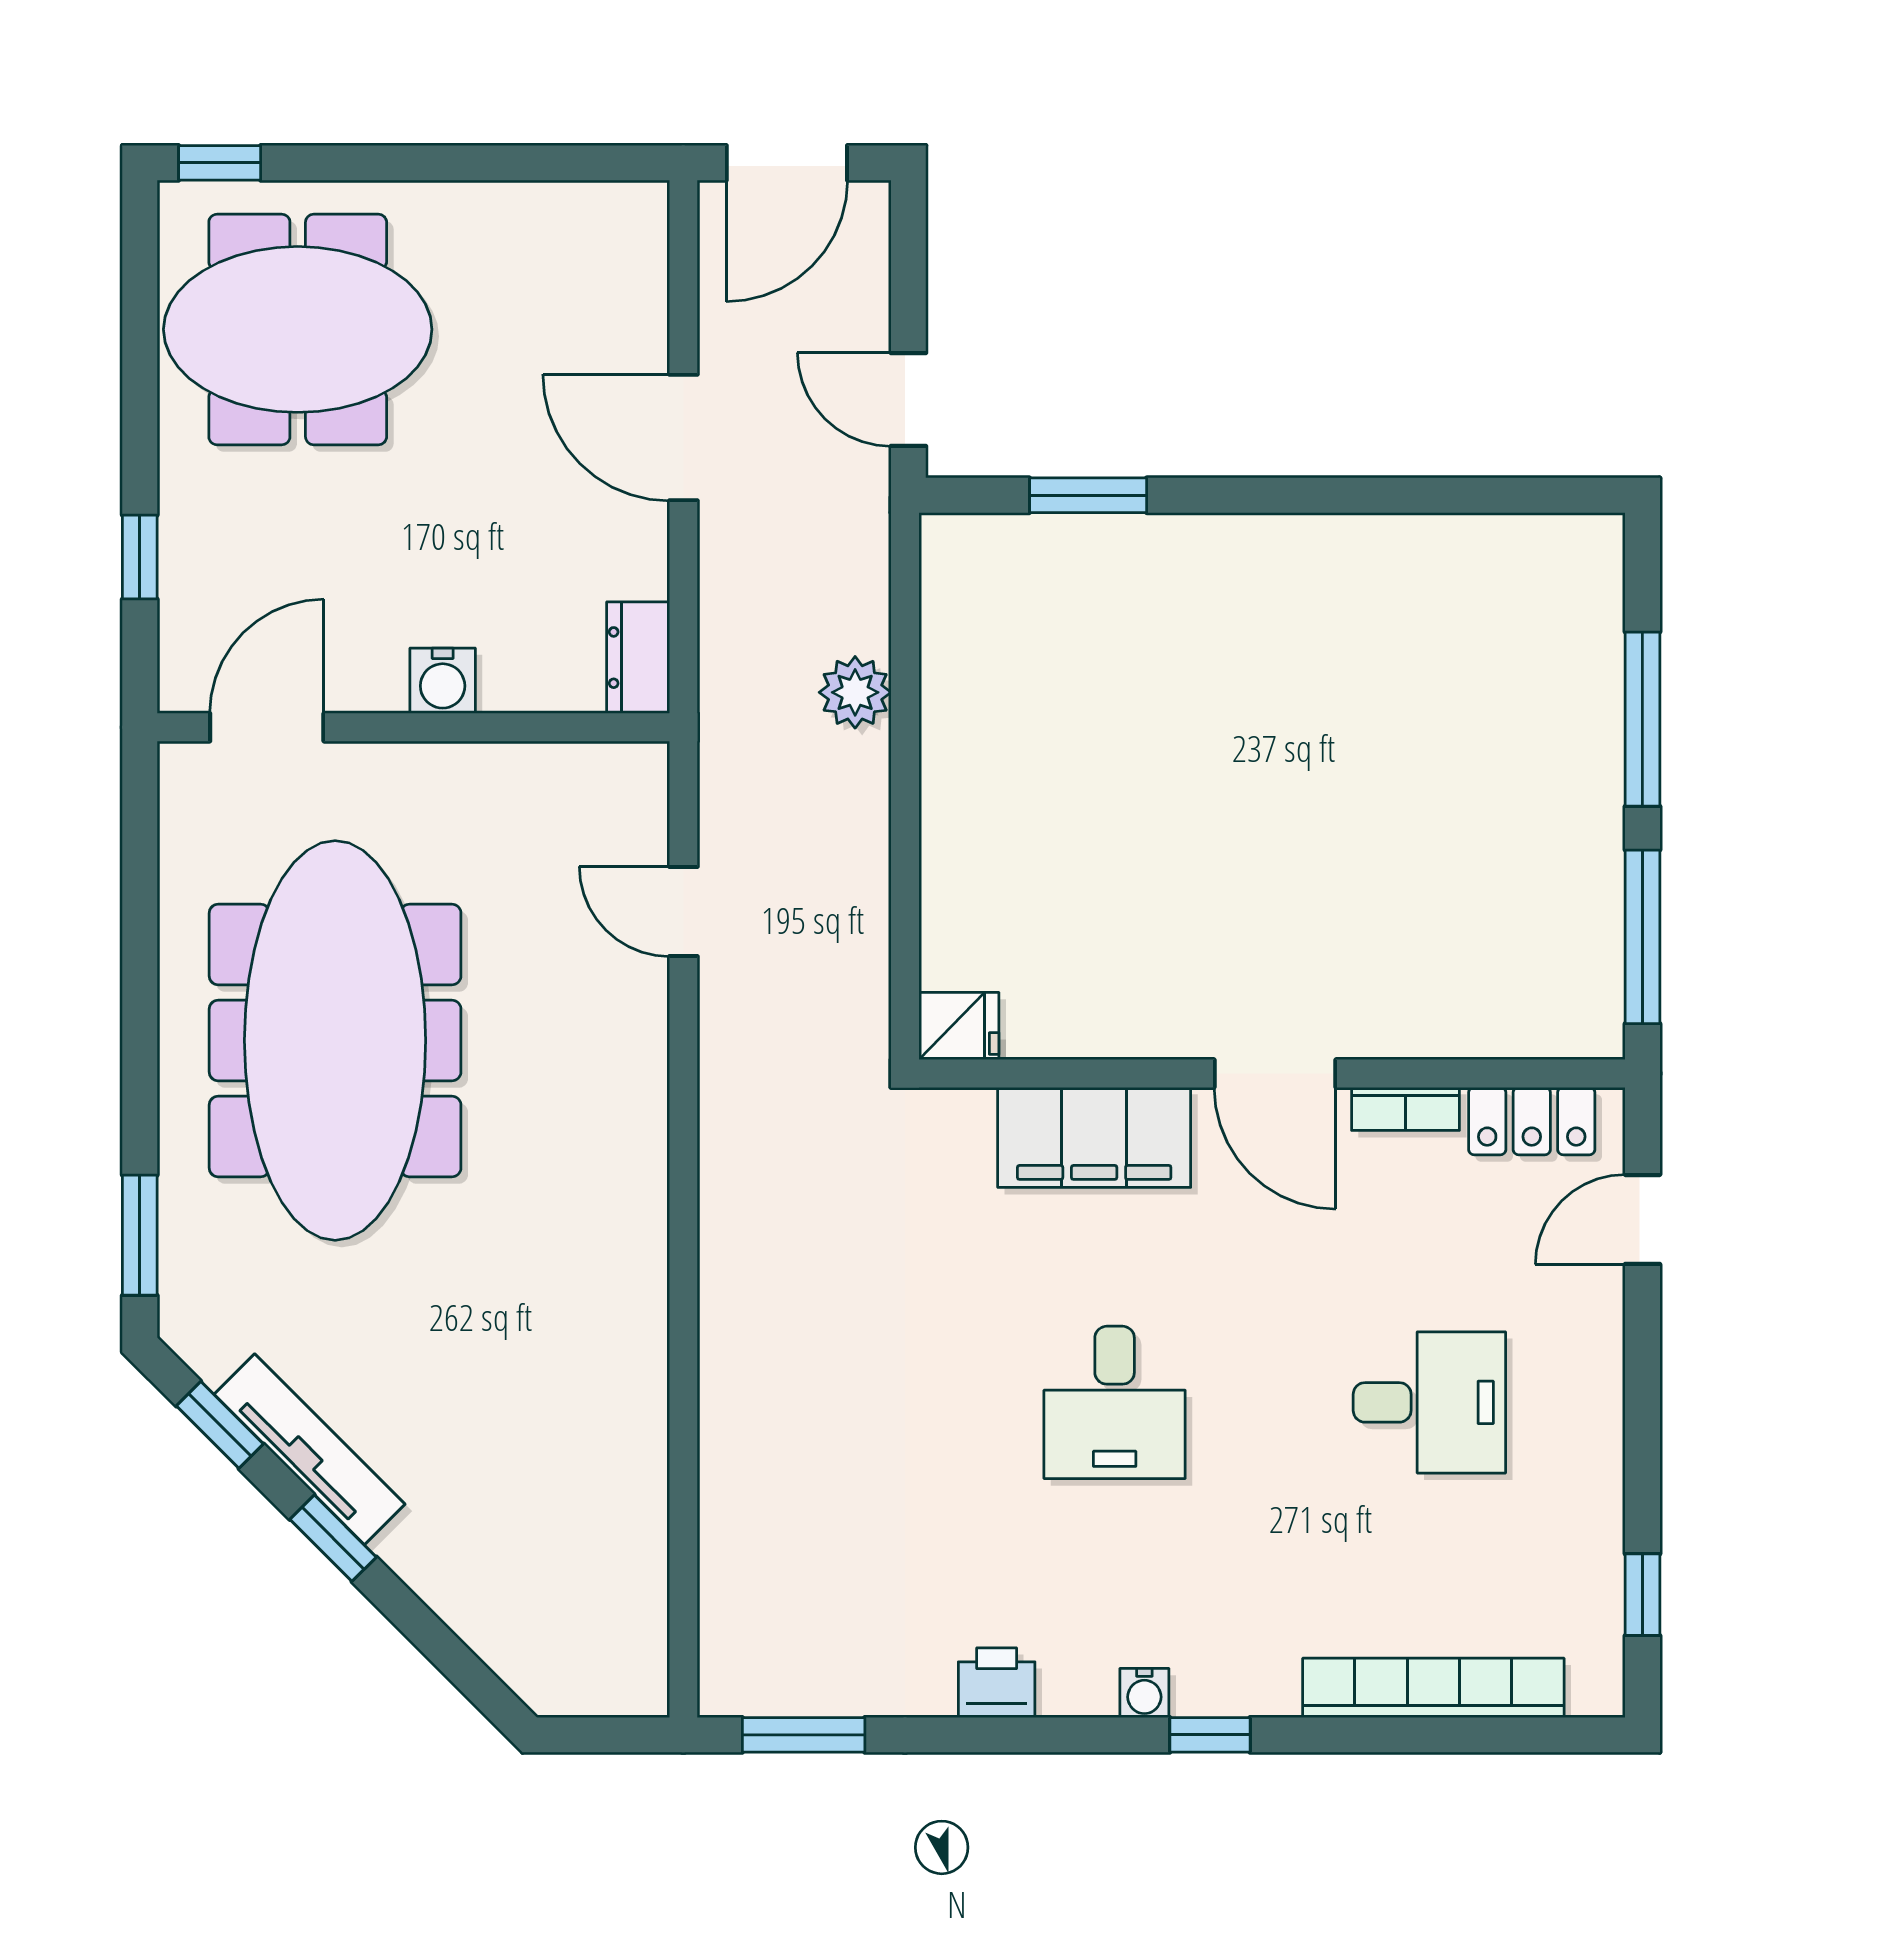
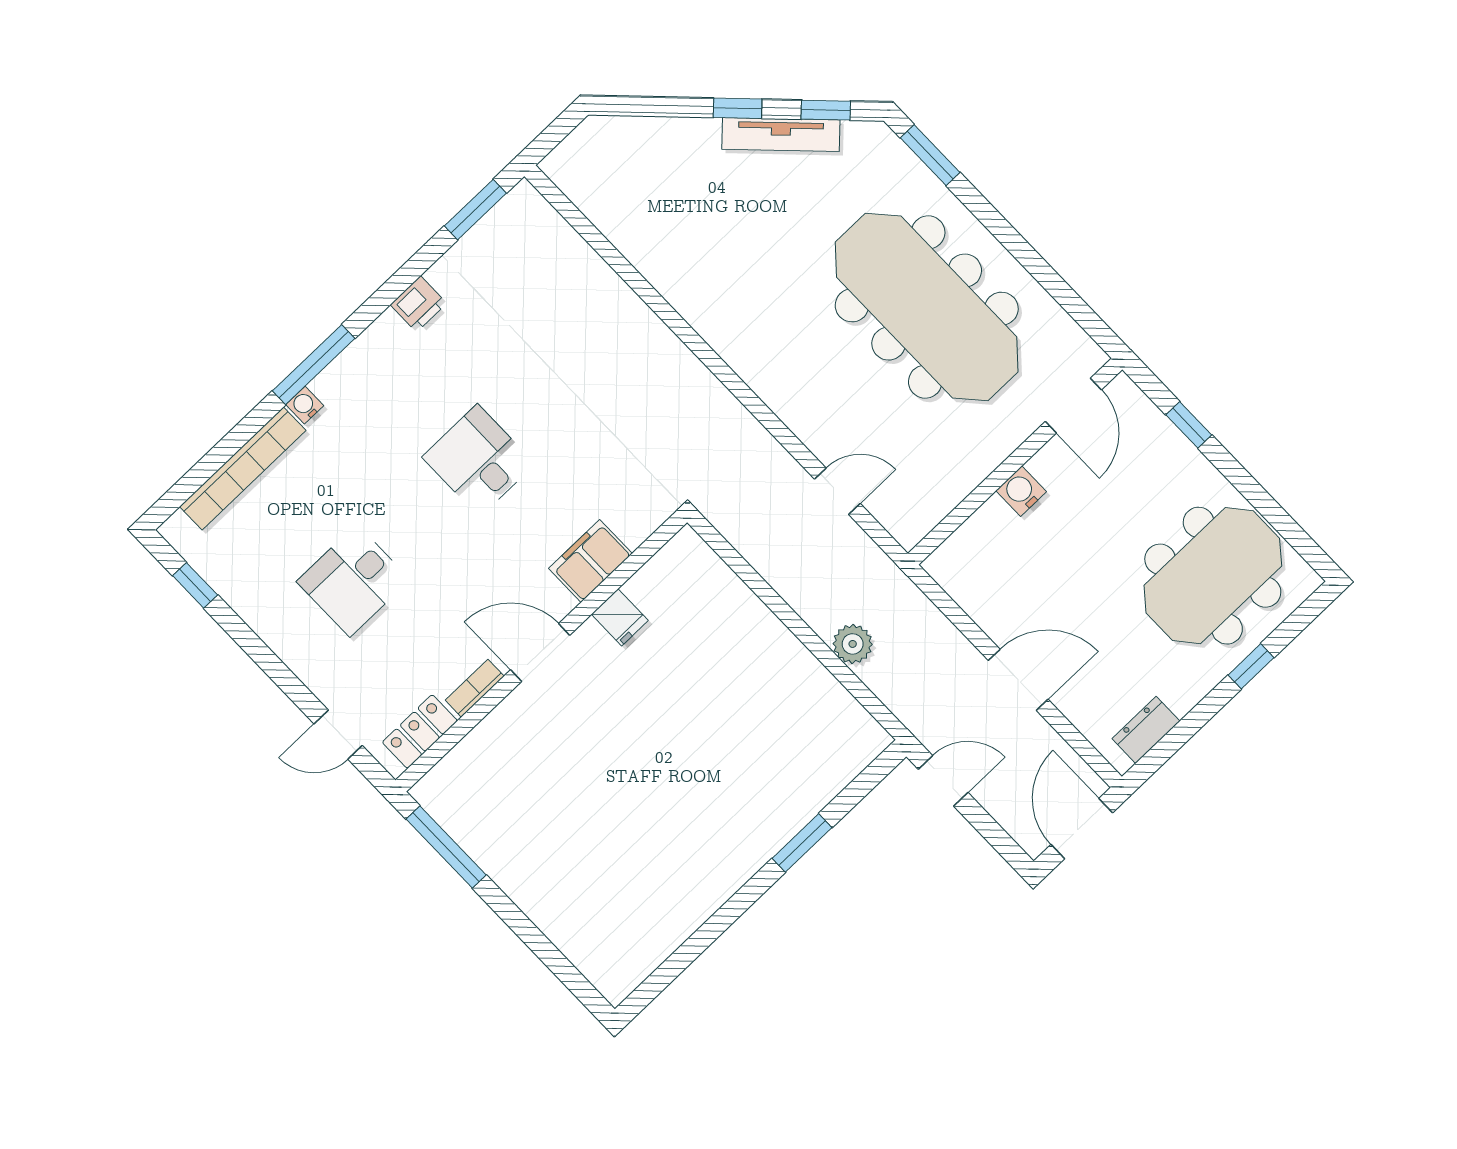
window: (220, 163) -> (1251, 666), moved
window: (1088, 495) -> (802, 843), moved
dresser: (638, 658) -> (1146, 730), moved, turned -90
window: (1642, 719) -> (529, 934), removed
fridge: (959, 1026) -> (620, 617), moved, turned -90
filing cabinet: (1094, 1137) -> (590, 561), width x0.67, depth x0.86
door: (1642, 1219) -> (338, 735), swing flipped
water cooler: (1144, 1693) -> (305, 405), moved
window: (1210, 1735) -> (314, 365), width x2.17

